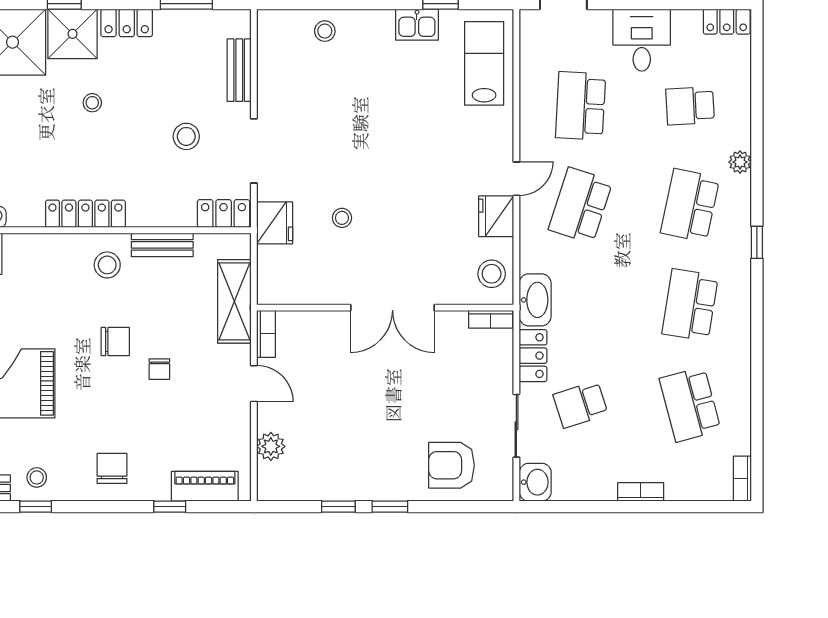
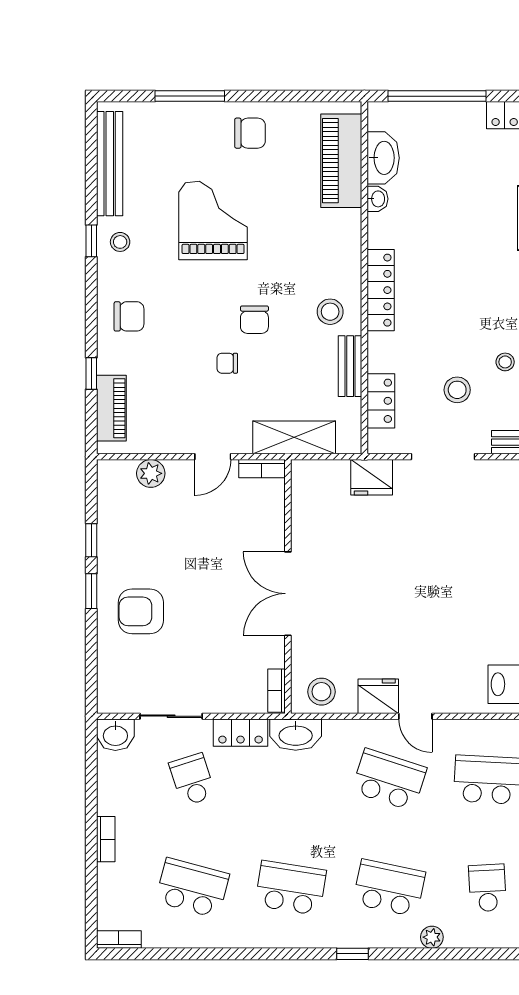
stool: (92, 103) -> (505, 362), moved
locker: (224, 214) -> (381, 401), moved
stool: (342, 218) -> (377, 544), removed
school desk: (690, 404) -> (192, 888), turned 30
armchair: (452, 465) -> (141, 611), moved, turned -90

